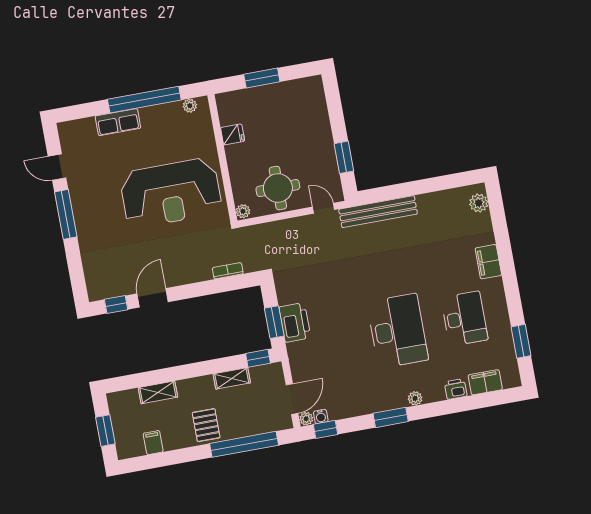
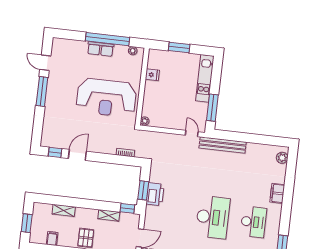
kitchen unit: (318, 115) -> (205, 78), added
row of seats: (118, 122) -> (101, 49), moved
window: (344, 157) -> (212, 108), width x1.44
round table: (278, 188) -> (169, 114), removed

